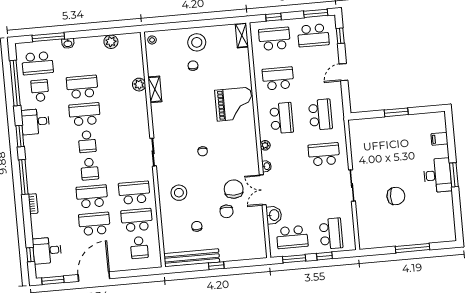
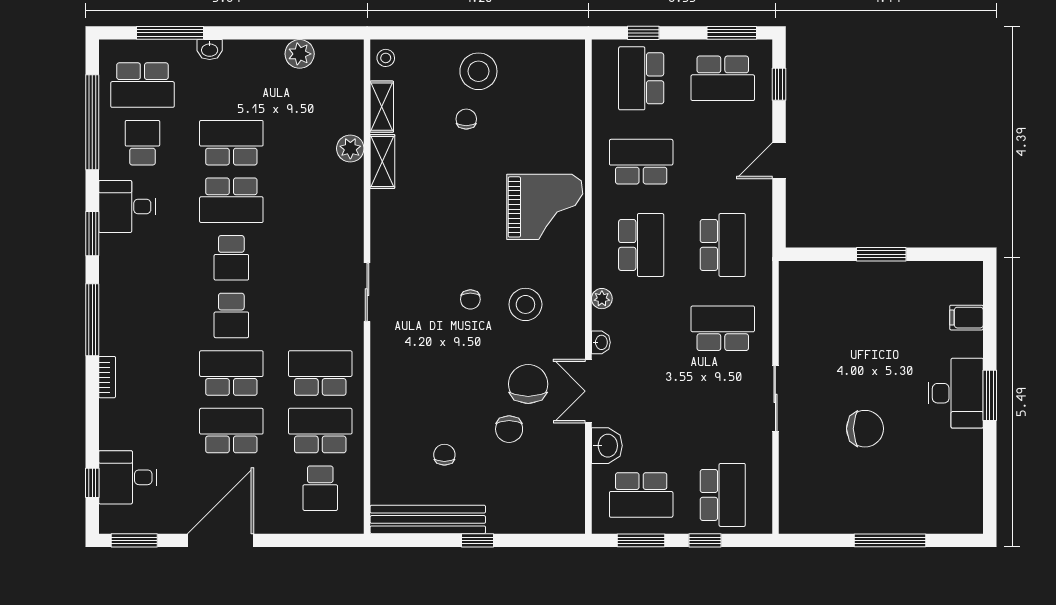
shelving: (242, 35) -> (382, 107), moved
school desk: (274, 39) -> (641, 78), turned -90
school desk: (85, 114) -> (231, 200), turned 180
stool: (179, 193) -> (525, 304), moved

